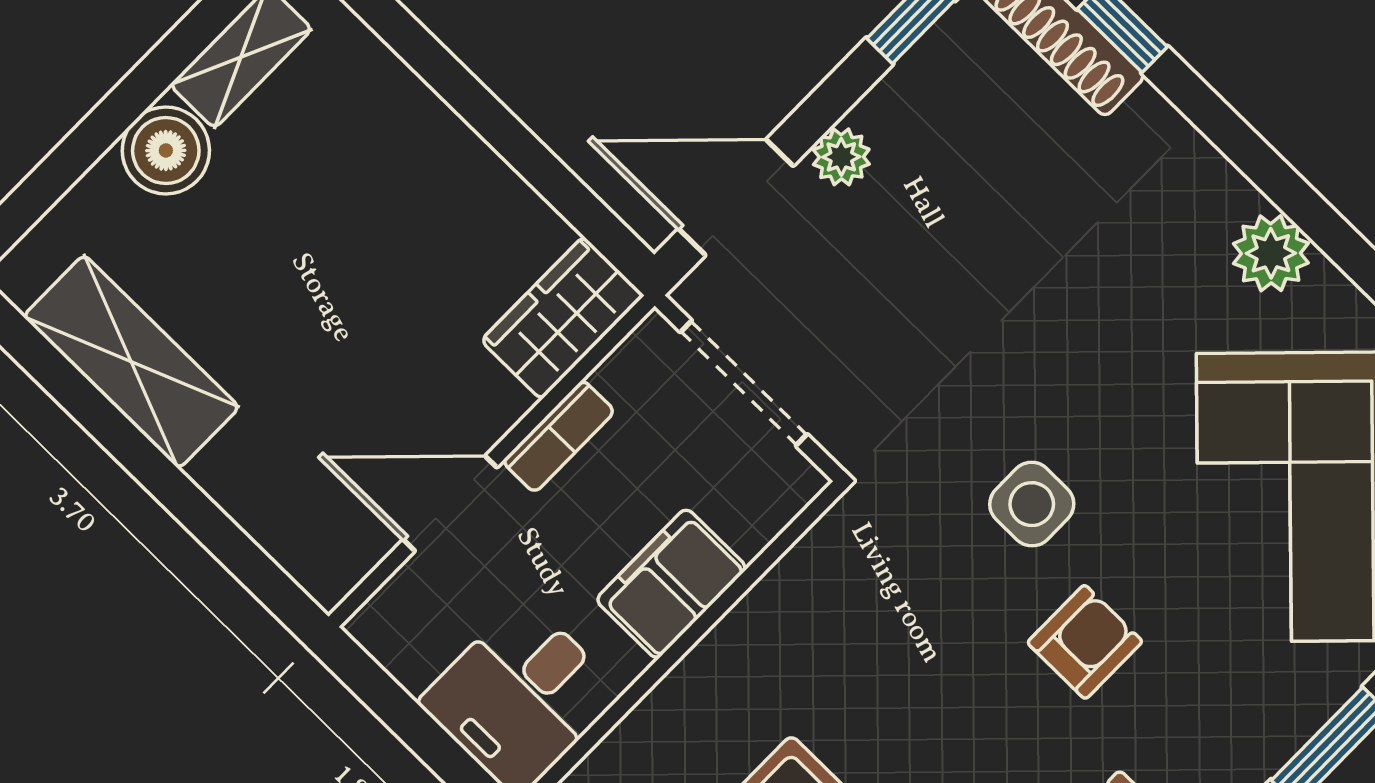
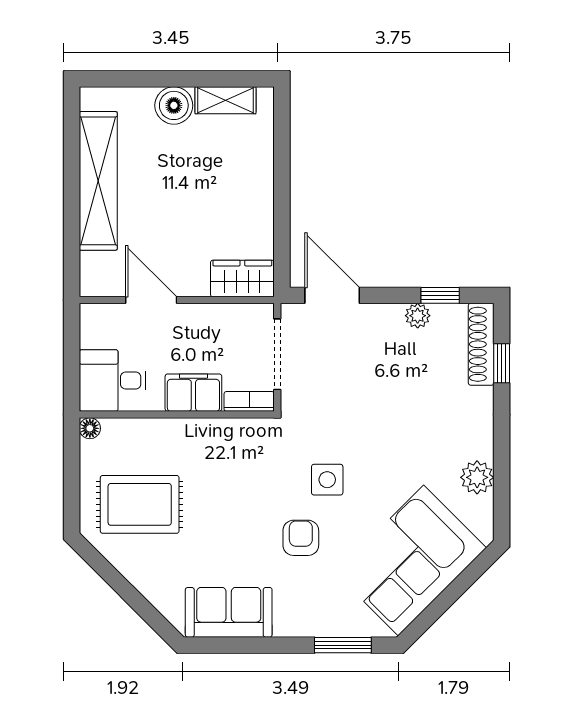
plant: (841, 157) -> (418, 316), moved
shelving: (131, 362) -> (98, 181), width x1.47
bookcase: (559, 436) -> (249, 401), moved, turned 180
armchair: (1085, 642) -> (301, 538), turned -90

